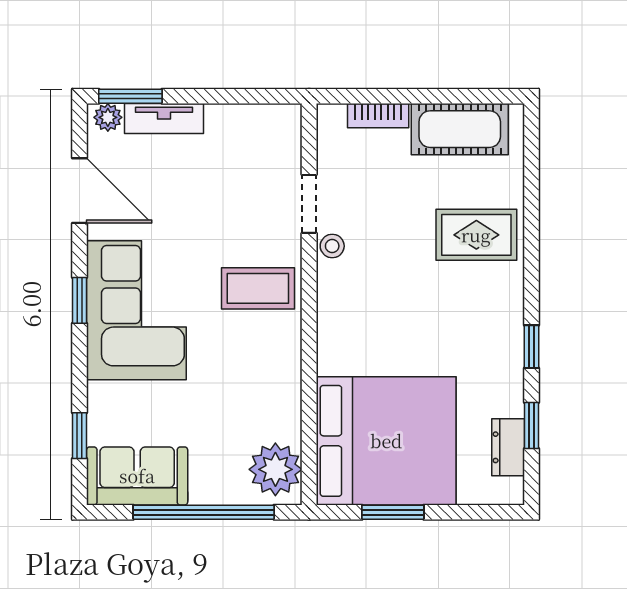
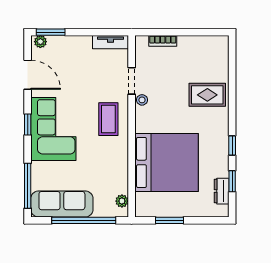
tv unit: (164, 118) -> (110, 42), moved
cot: (460, 129) -> (200, 47), removed
coffee table: (258, 288) -> (108, 119), turned 90
window: (80, 436) -> (28, 186), width x2.17
bed: (386, 441) -> (166, 162), moved
plant: (275, 469) -> (122, 201), width x0.53, depth x0.53
sofa: (137, 476) -> (62, 204), width x1.36

